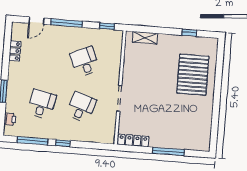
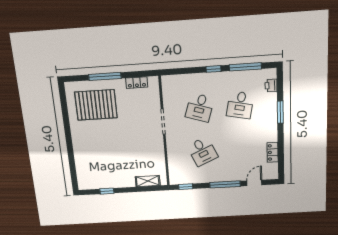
pallet: (193, 75) -> (96, 105), moved, turned 90
locker: (133, 140) -> (137, 83), width x0.66

